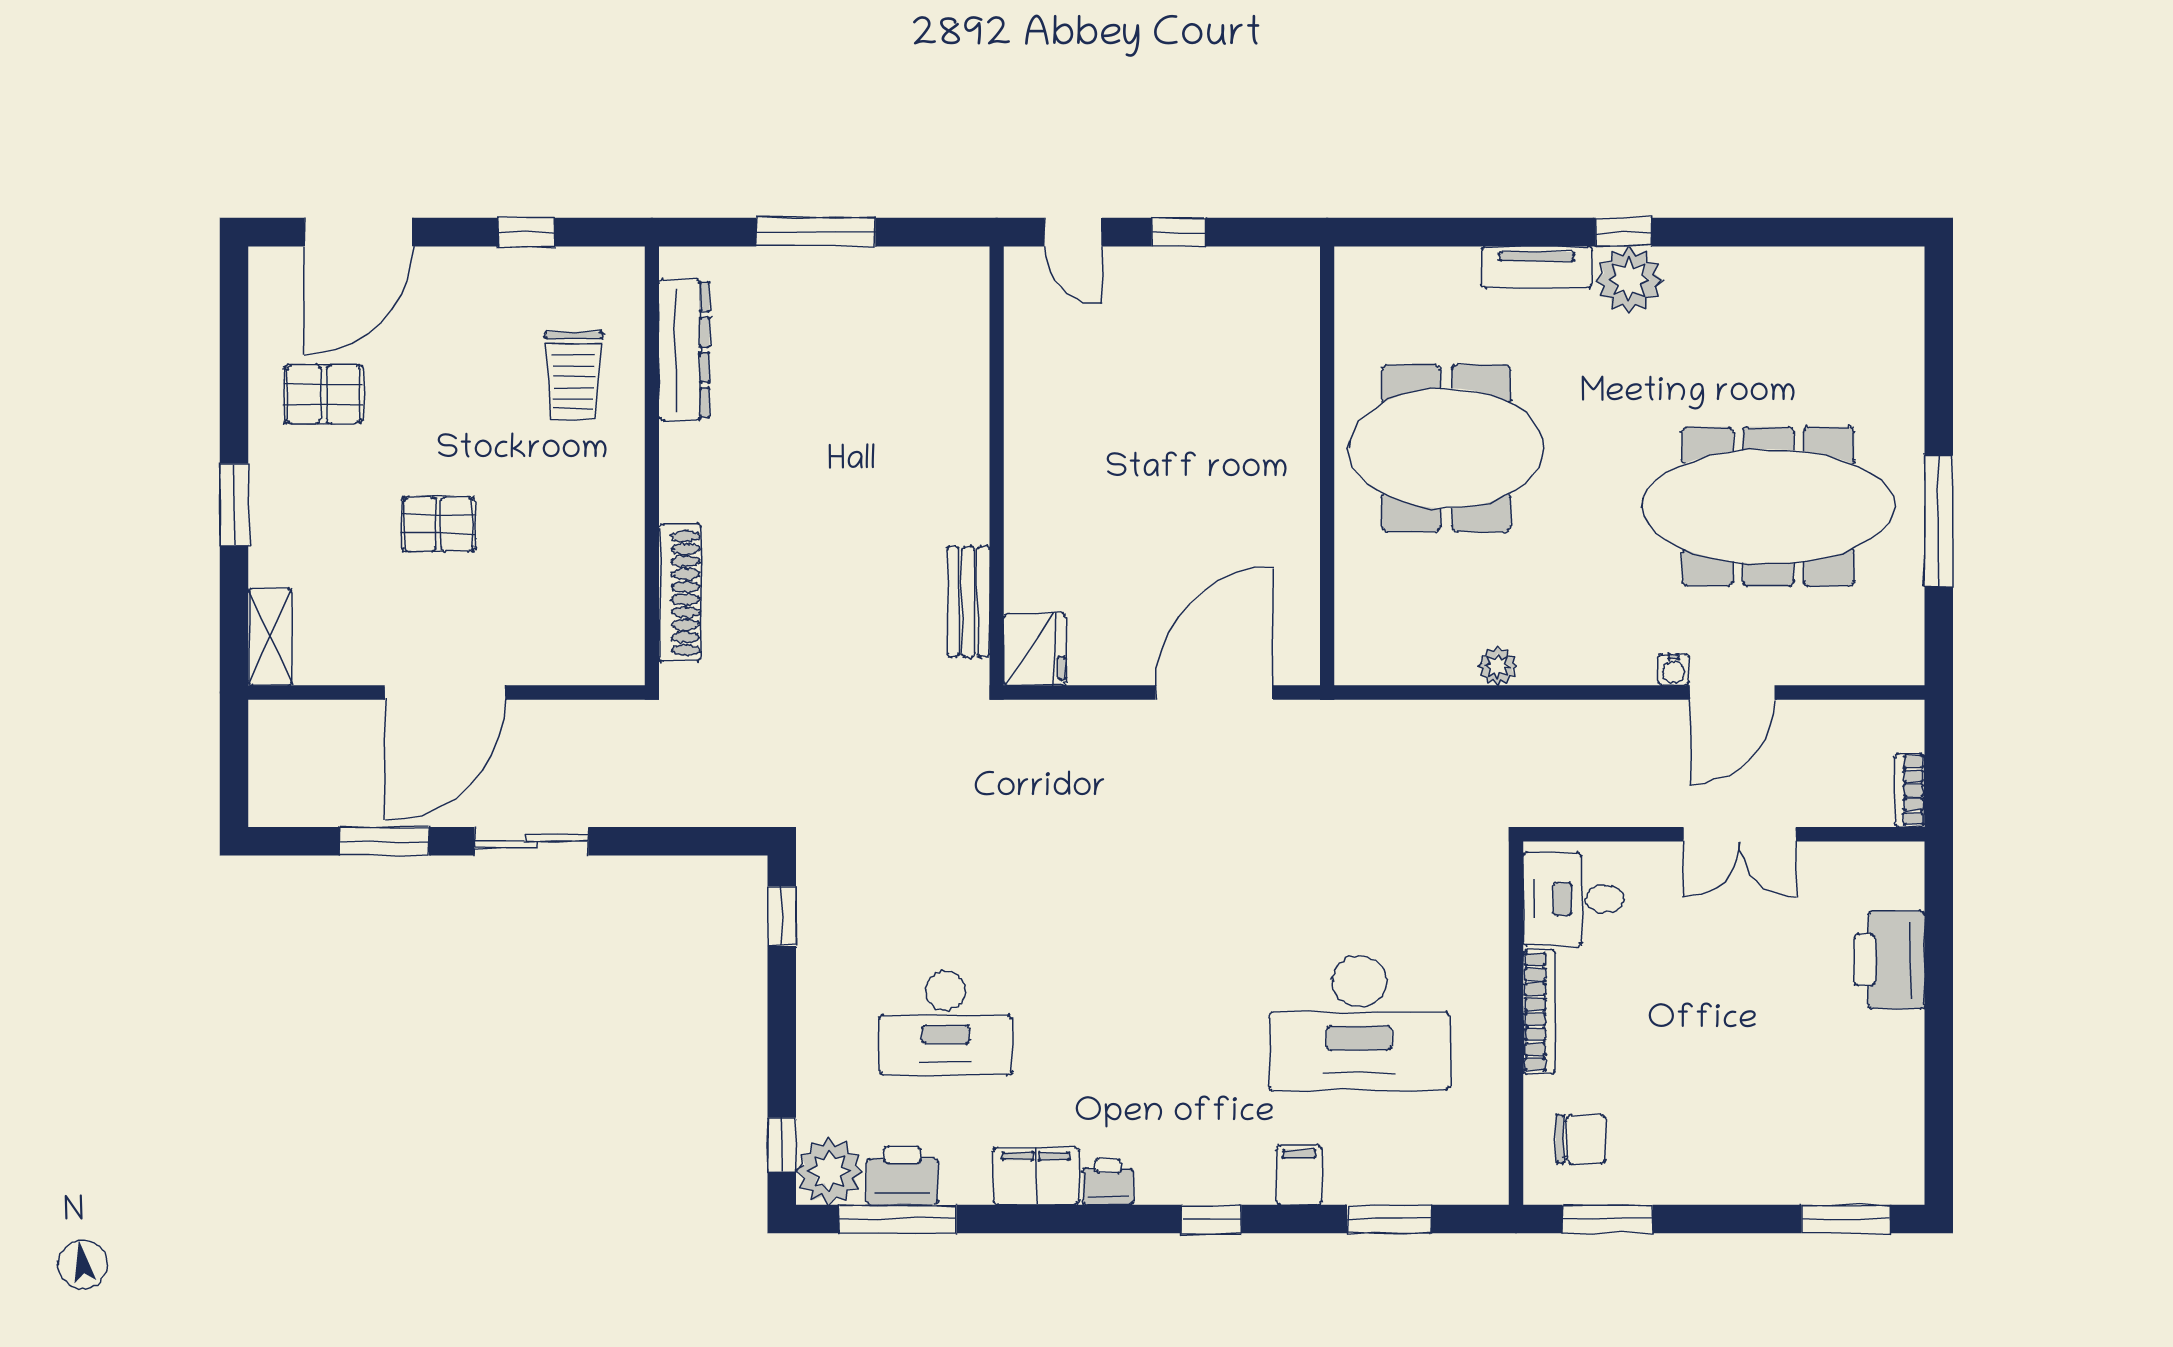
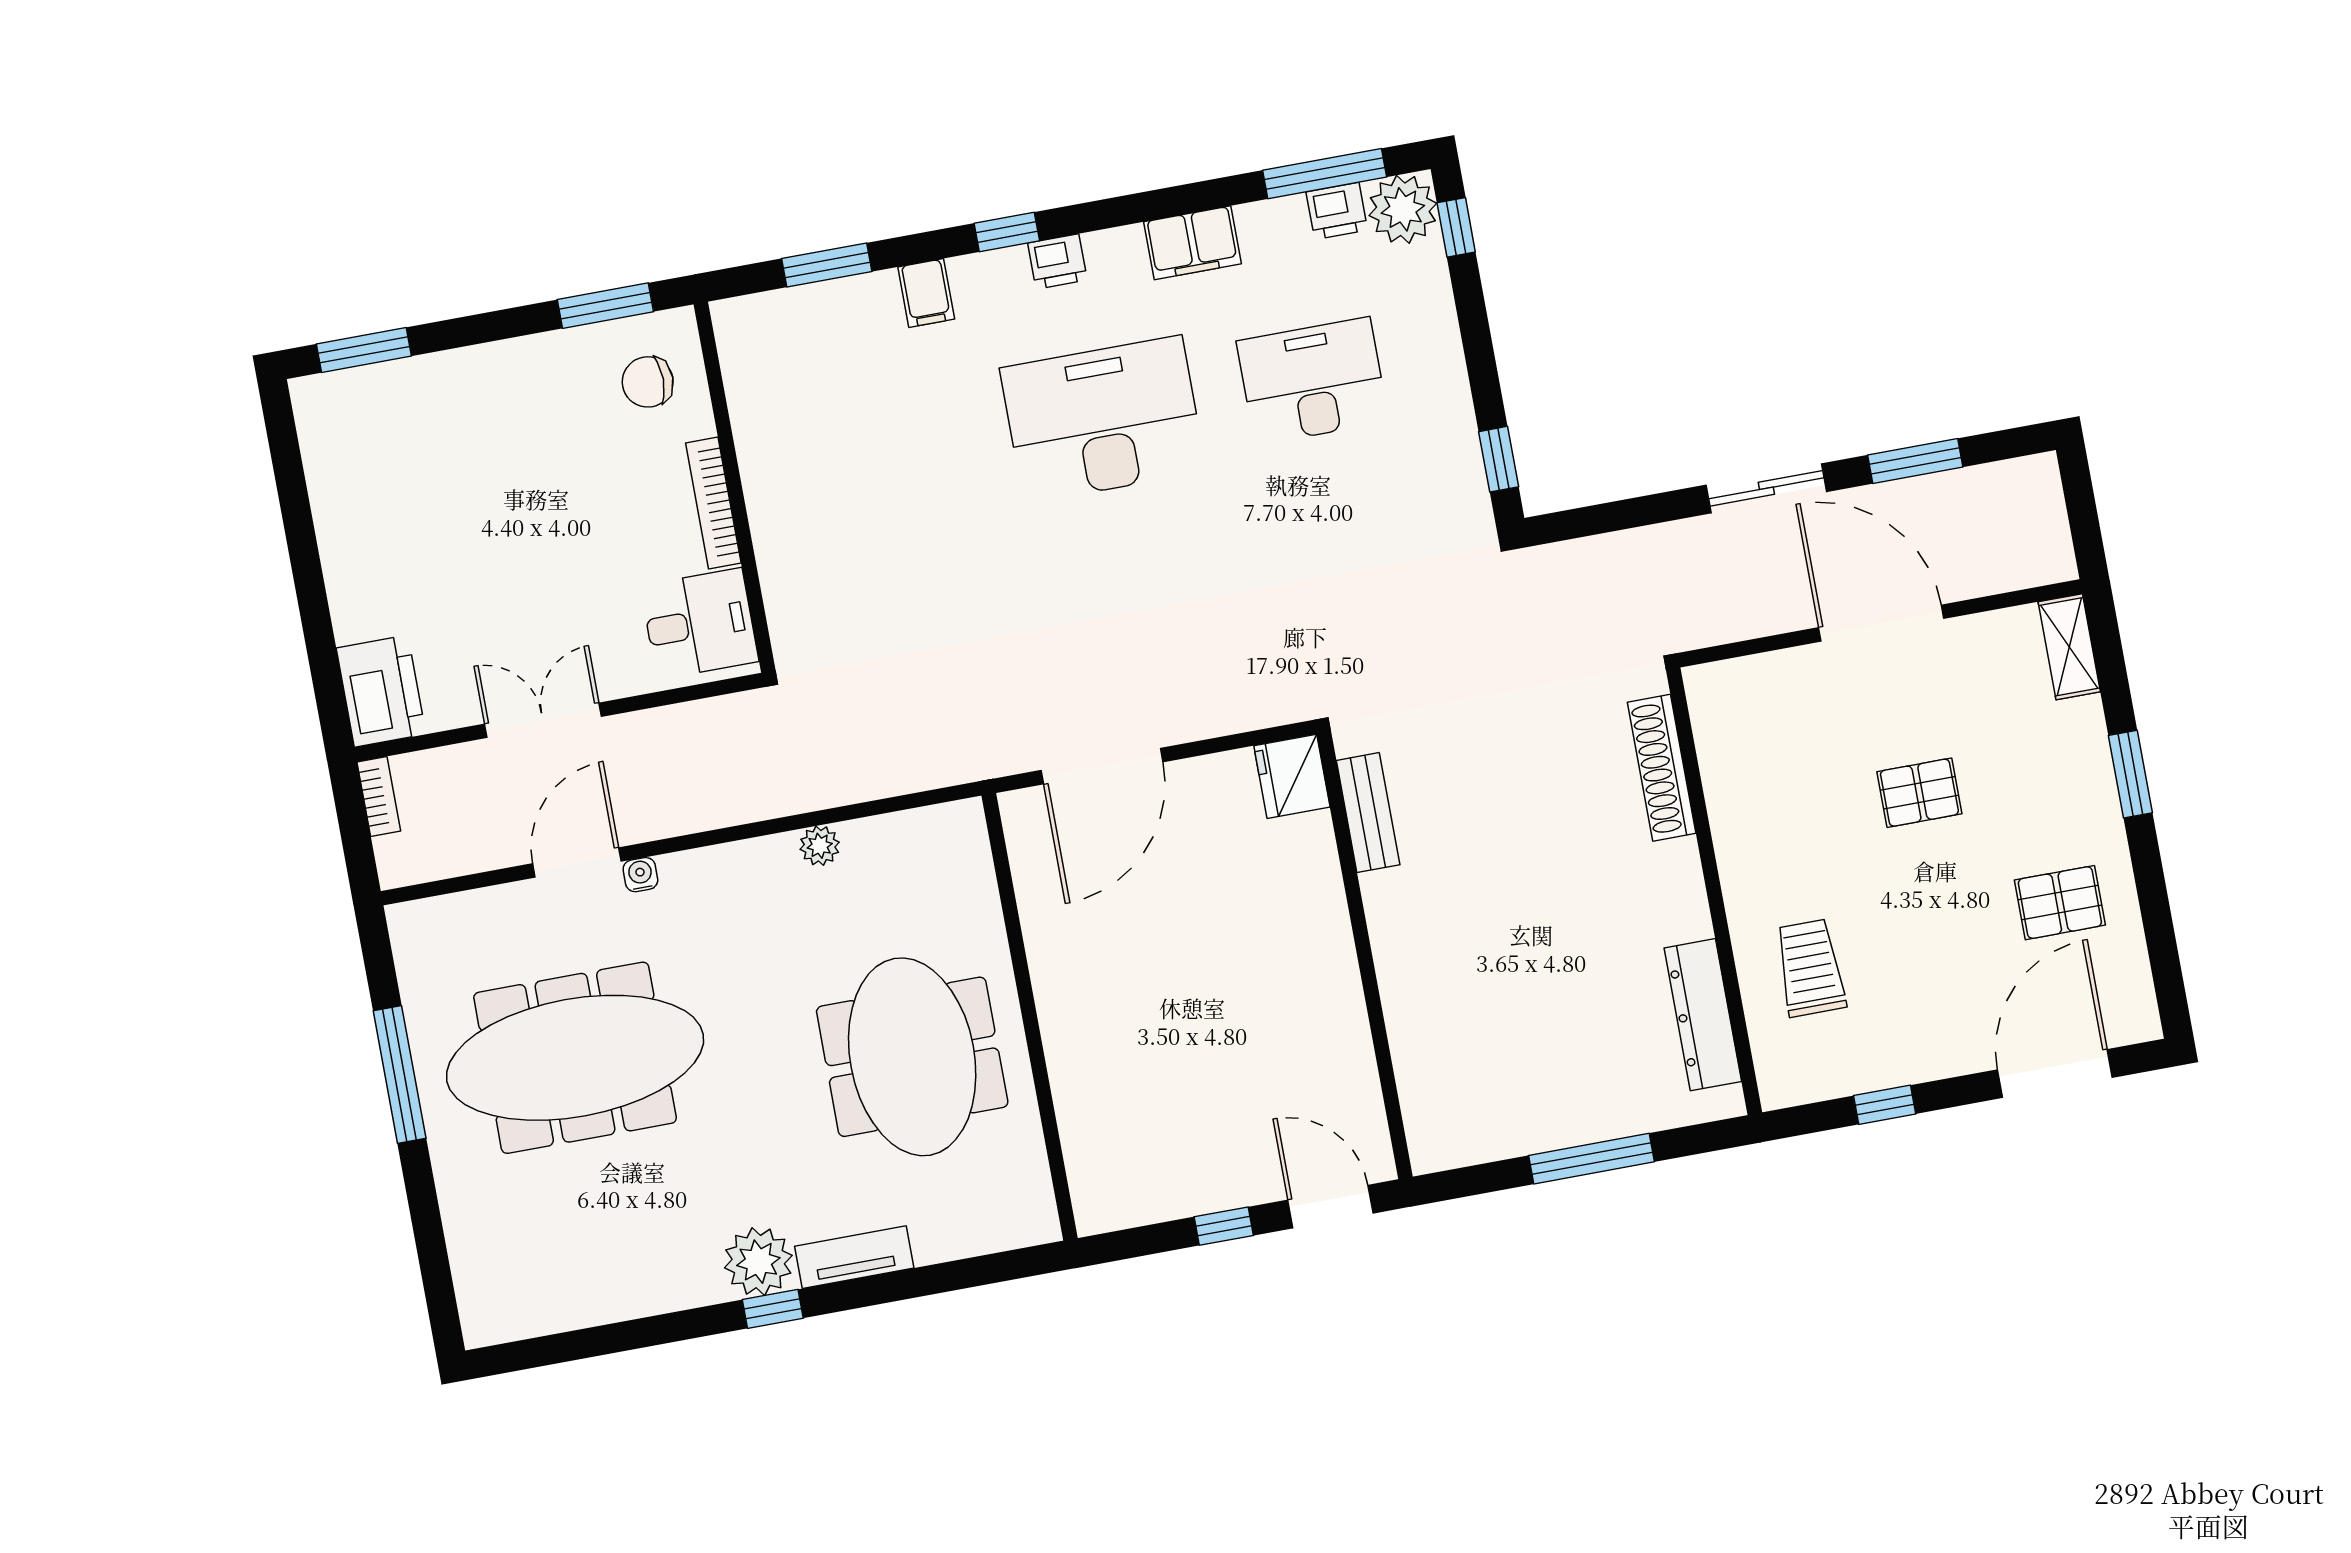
door: (1073, 232) -> (1330, 1207), width x1.38
meeting table: (1446, 448) -> (912, 1057), turned 90
door: (445, 693) -> (1881, 623), hinge flipped
printer: (1889, 960) -> (381, 691), moved
desk: (1359, 1023) -> (1103, 420), moved
printer: (902, 1176) -> (1337, 211), width x0.73, depth x0.81
printer: (1108, 1182) -> (1057, 262), moved

